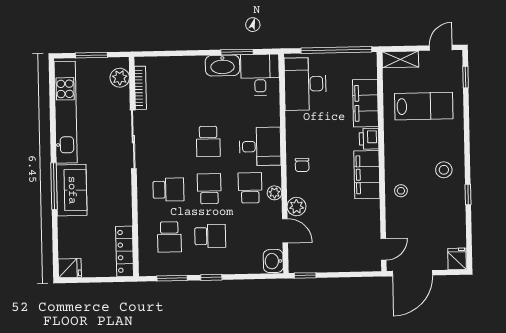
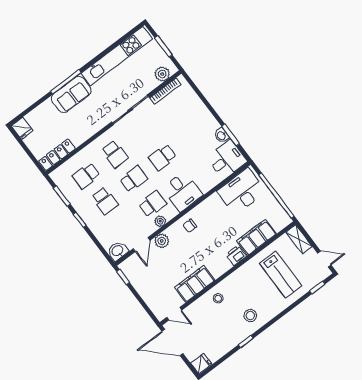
washbasin: (222, 65) -> (221, 135), width x0.52, depth x0.69
filing cabinet: (367, 175) -> (195, 284), moved

